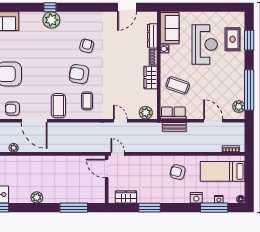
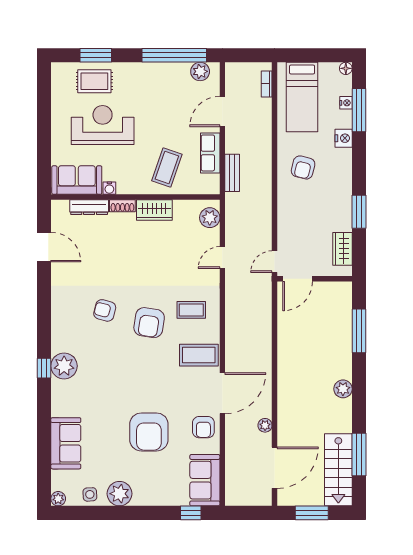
row of seats: (173, 113) -> (210, 153), moved

